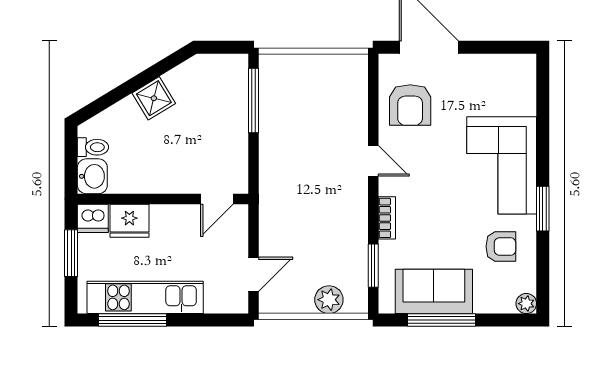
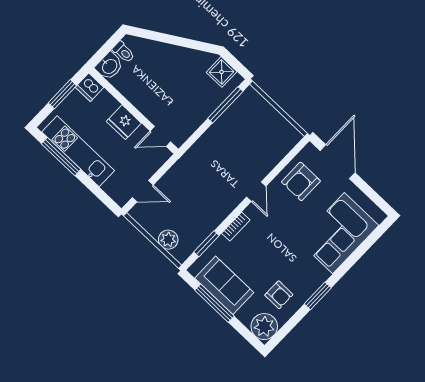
shower: (154, 98) -> (222, 72), moved, turned 31
corner sofa: (502, 165) -> (339, 233), moved
fridge: (129, 221) -> (124, 122), moved
plant: (526, 304) -> (264, 327), width x1.87, depth x1.87

